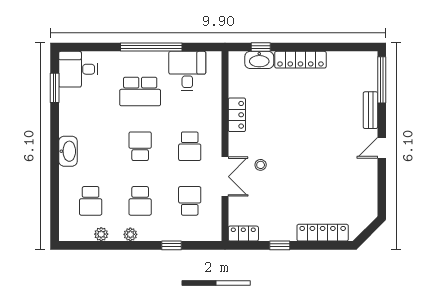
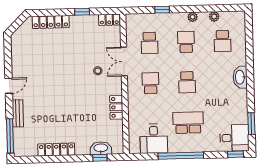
window: (77, 47) -> (235, 154), added
locker: (300, 60) -> (56, 150), moved
school desk: (91, 201) -> (223, 41), turned 180

